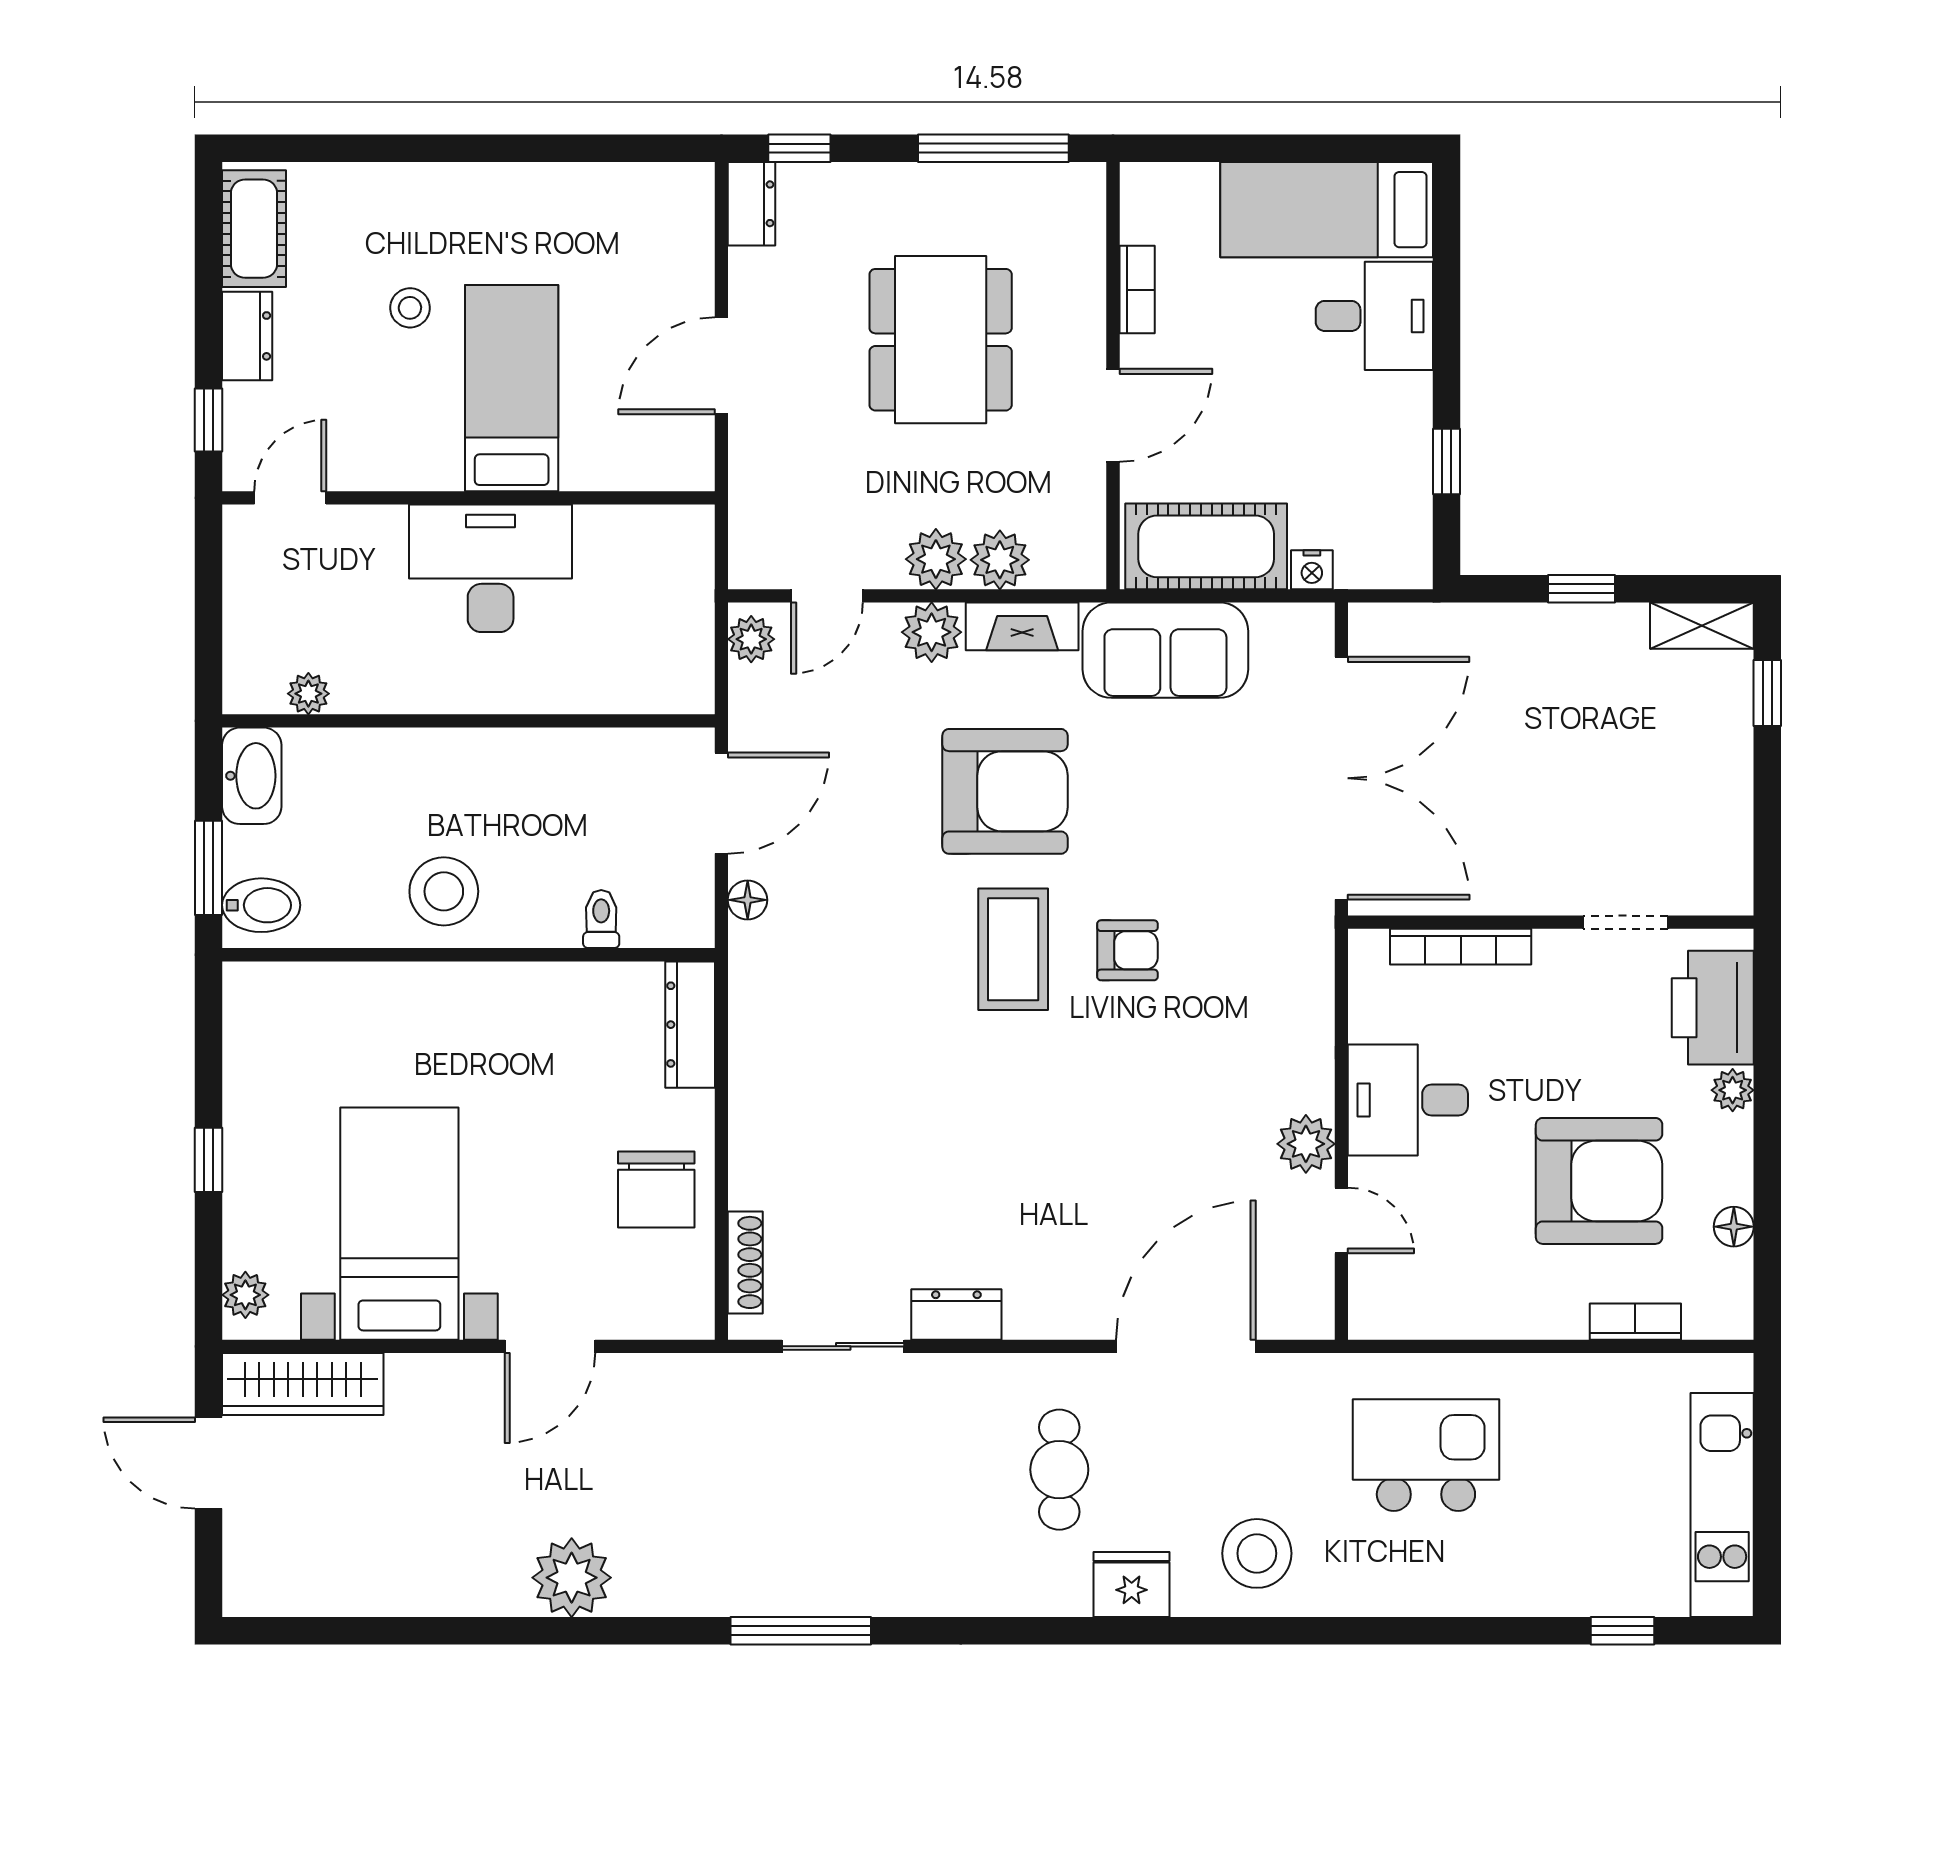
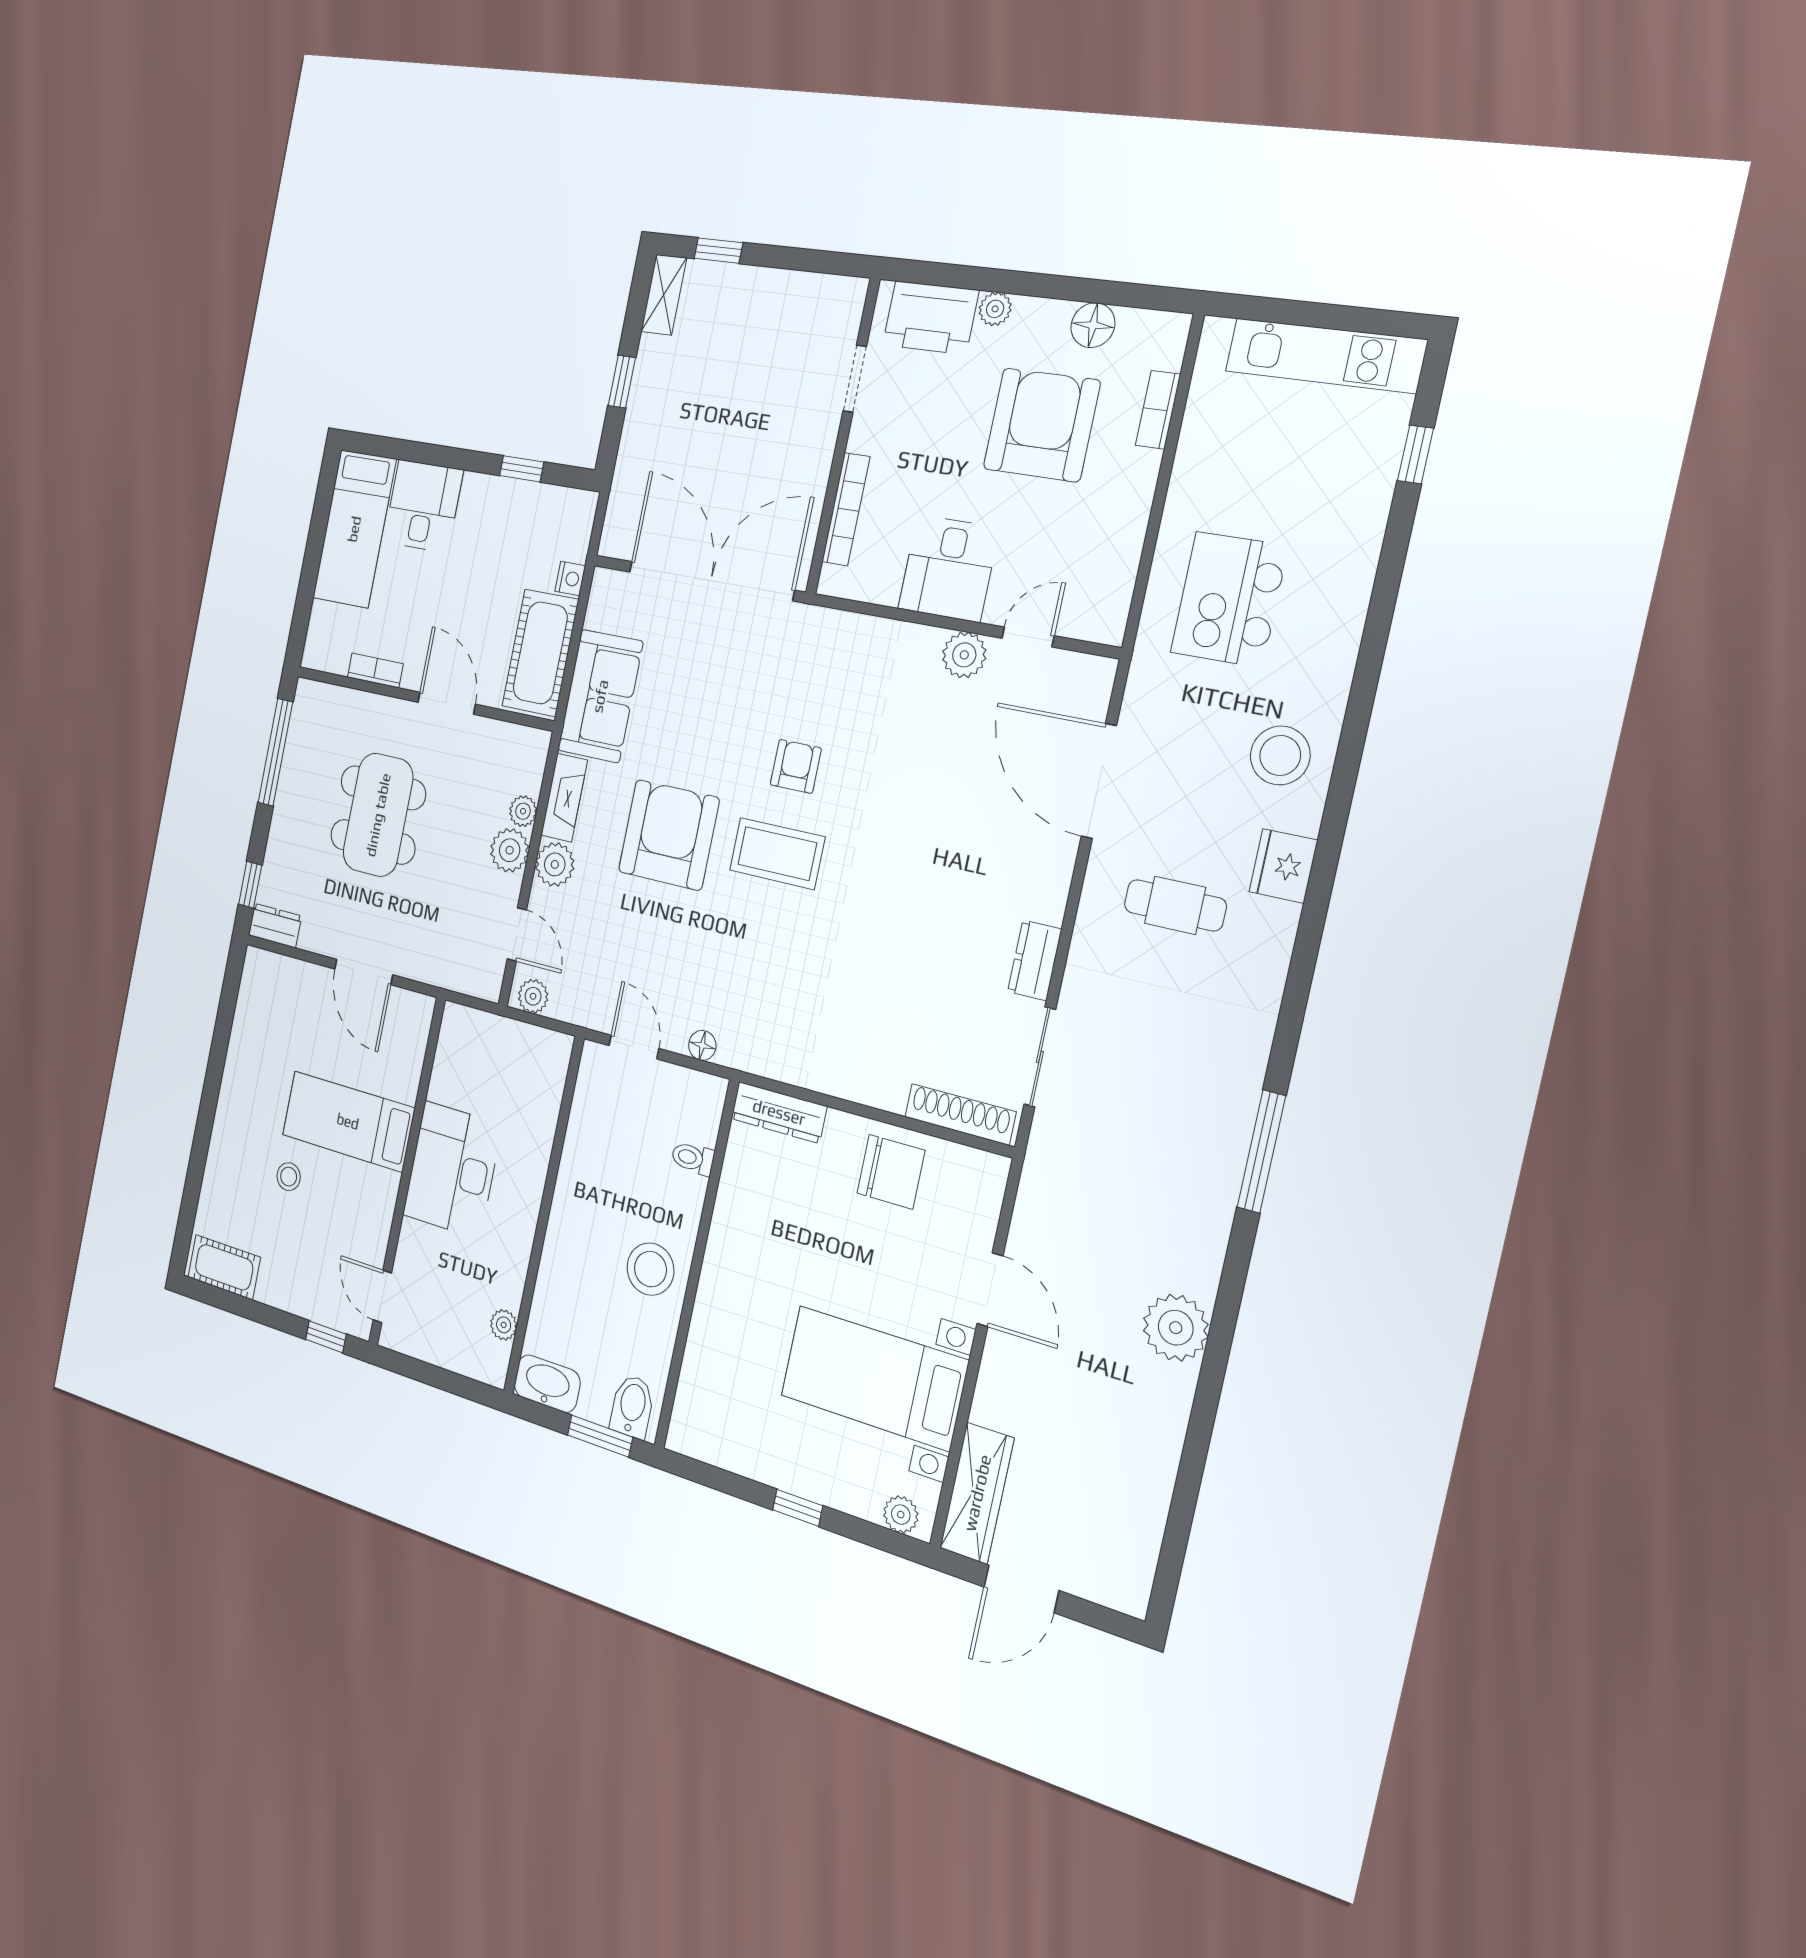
dresser: (247, 336) -> (283, 1293), removed
dining table: (941, 340) -> (378, 815), turned 90
plant: (1000, 560) -> (523, 811), width x0.73, depth x0.73
door: (721, 803) -> (634, 1047), width x0.73
floor lamp: (1734, 1227) -> (1093, 325), width x1.37, depth x1.37
shoe rack: (745, 1262) -> (960, 1114), width x1.36, depth x1.24

